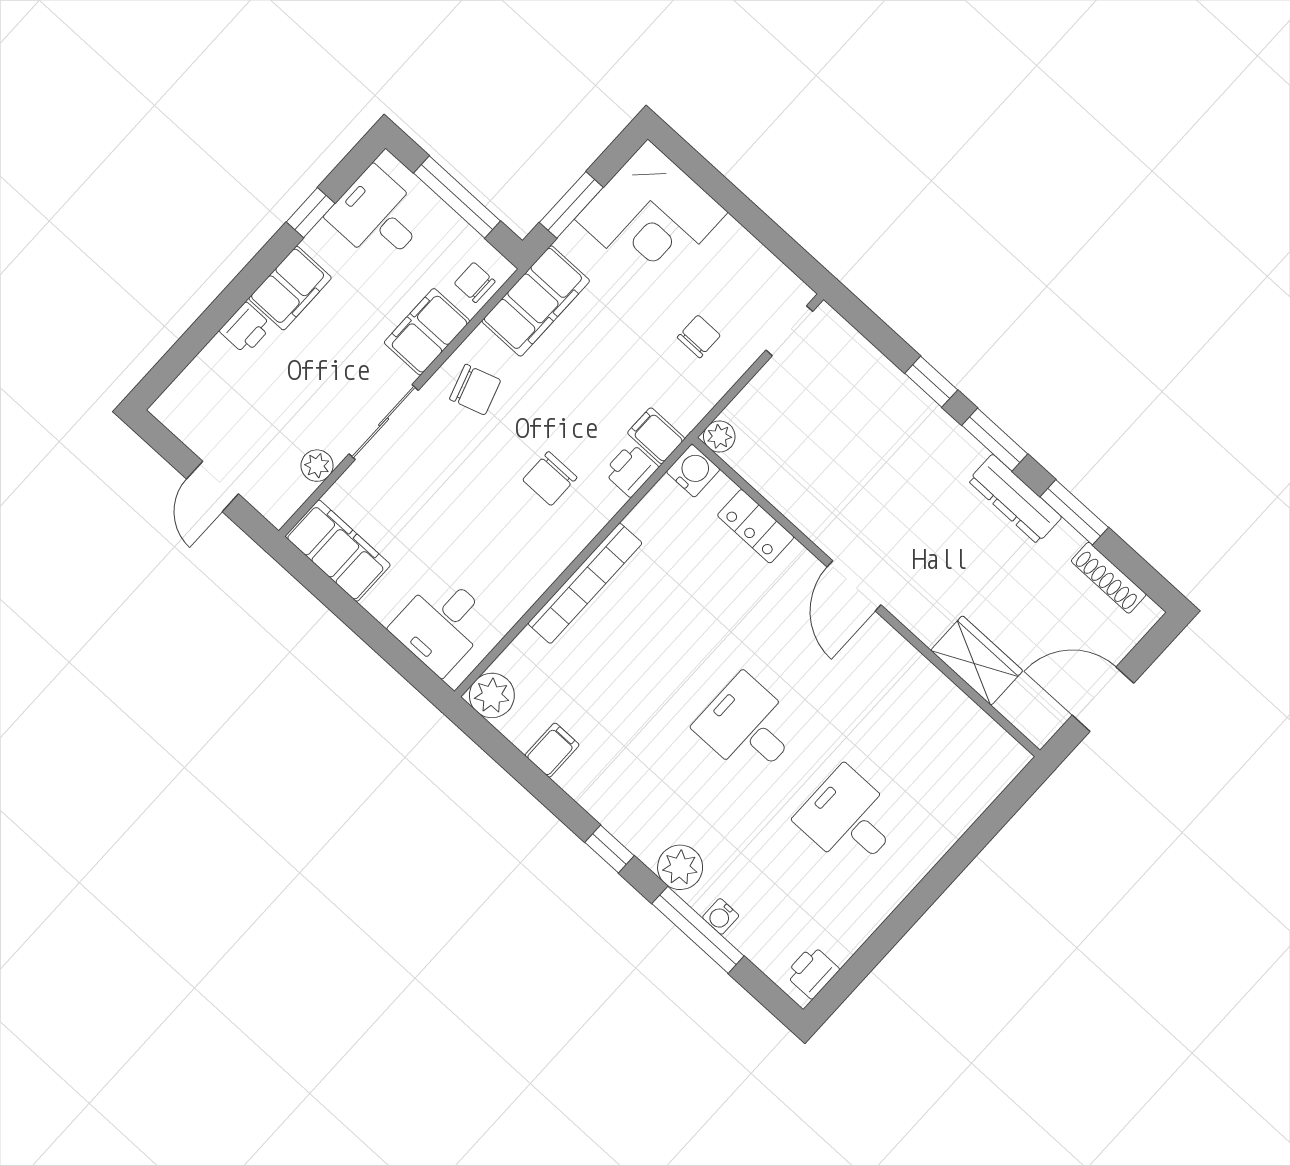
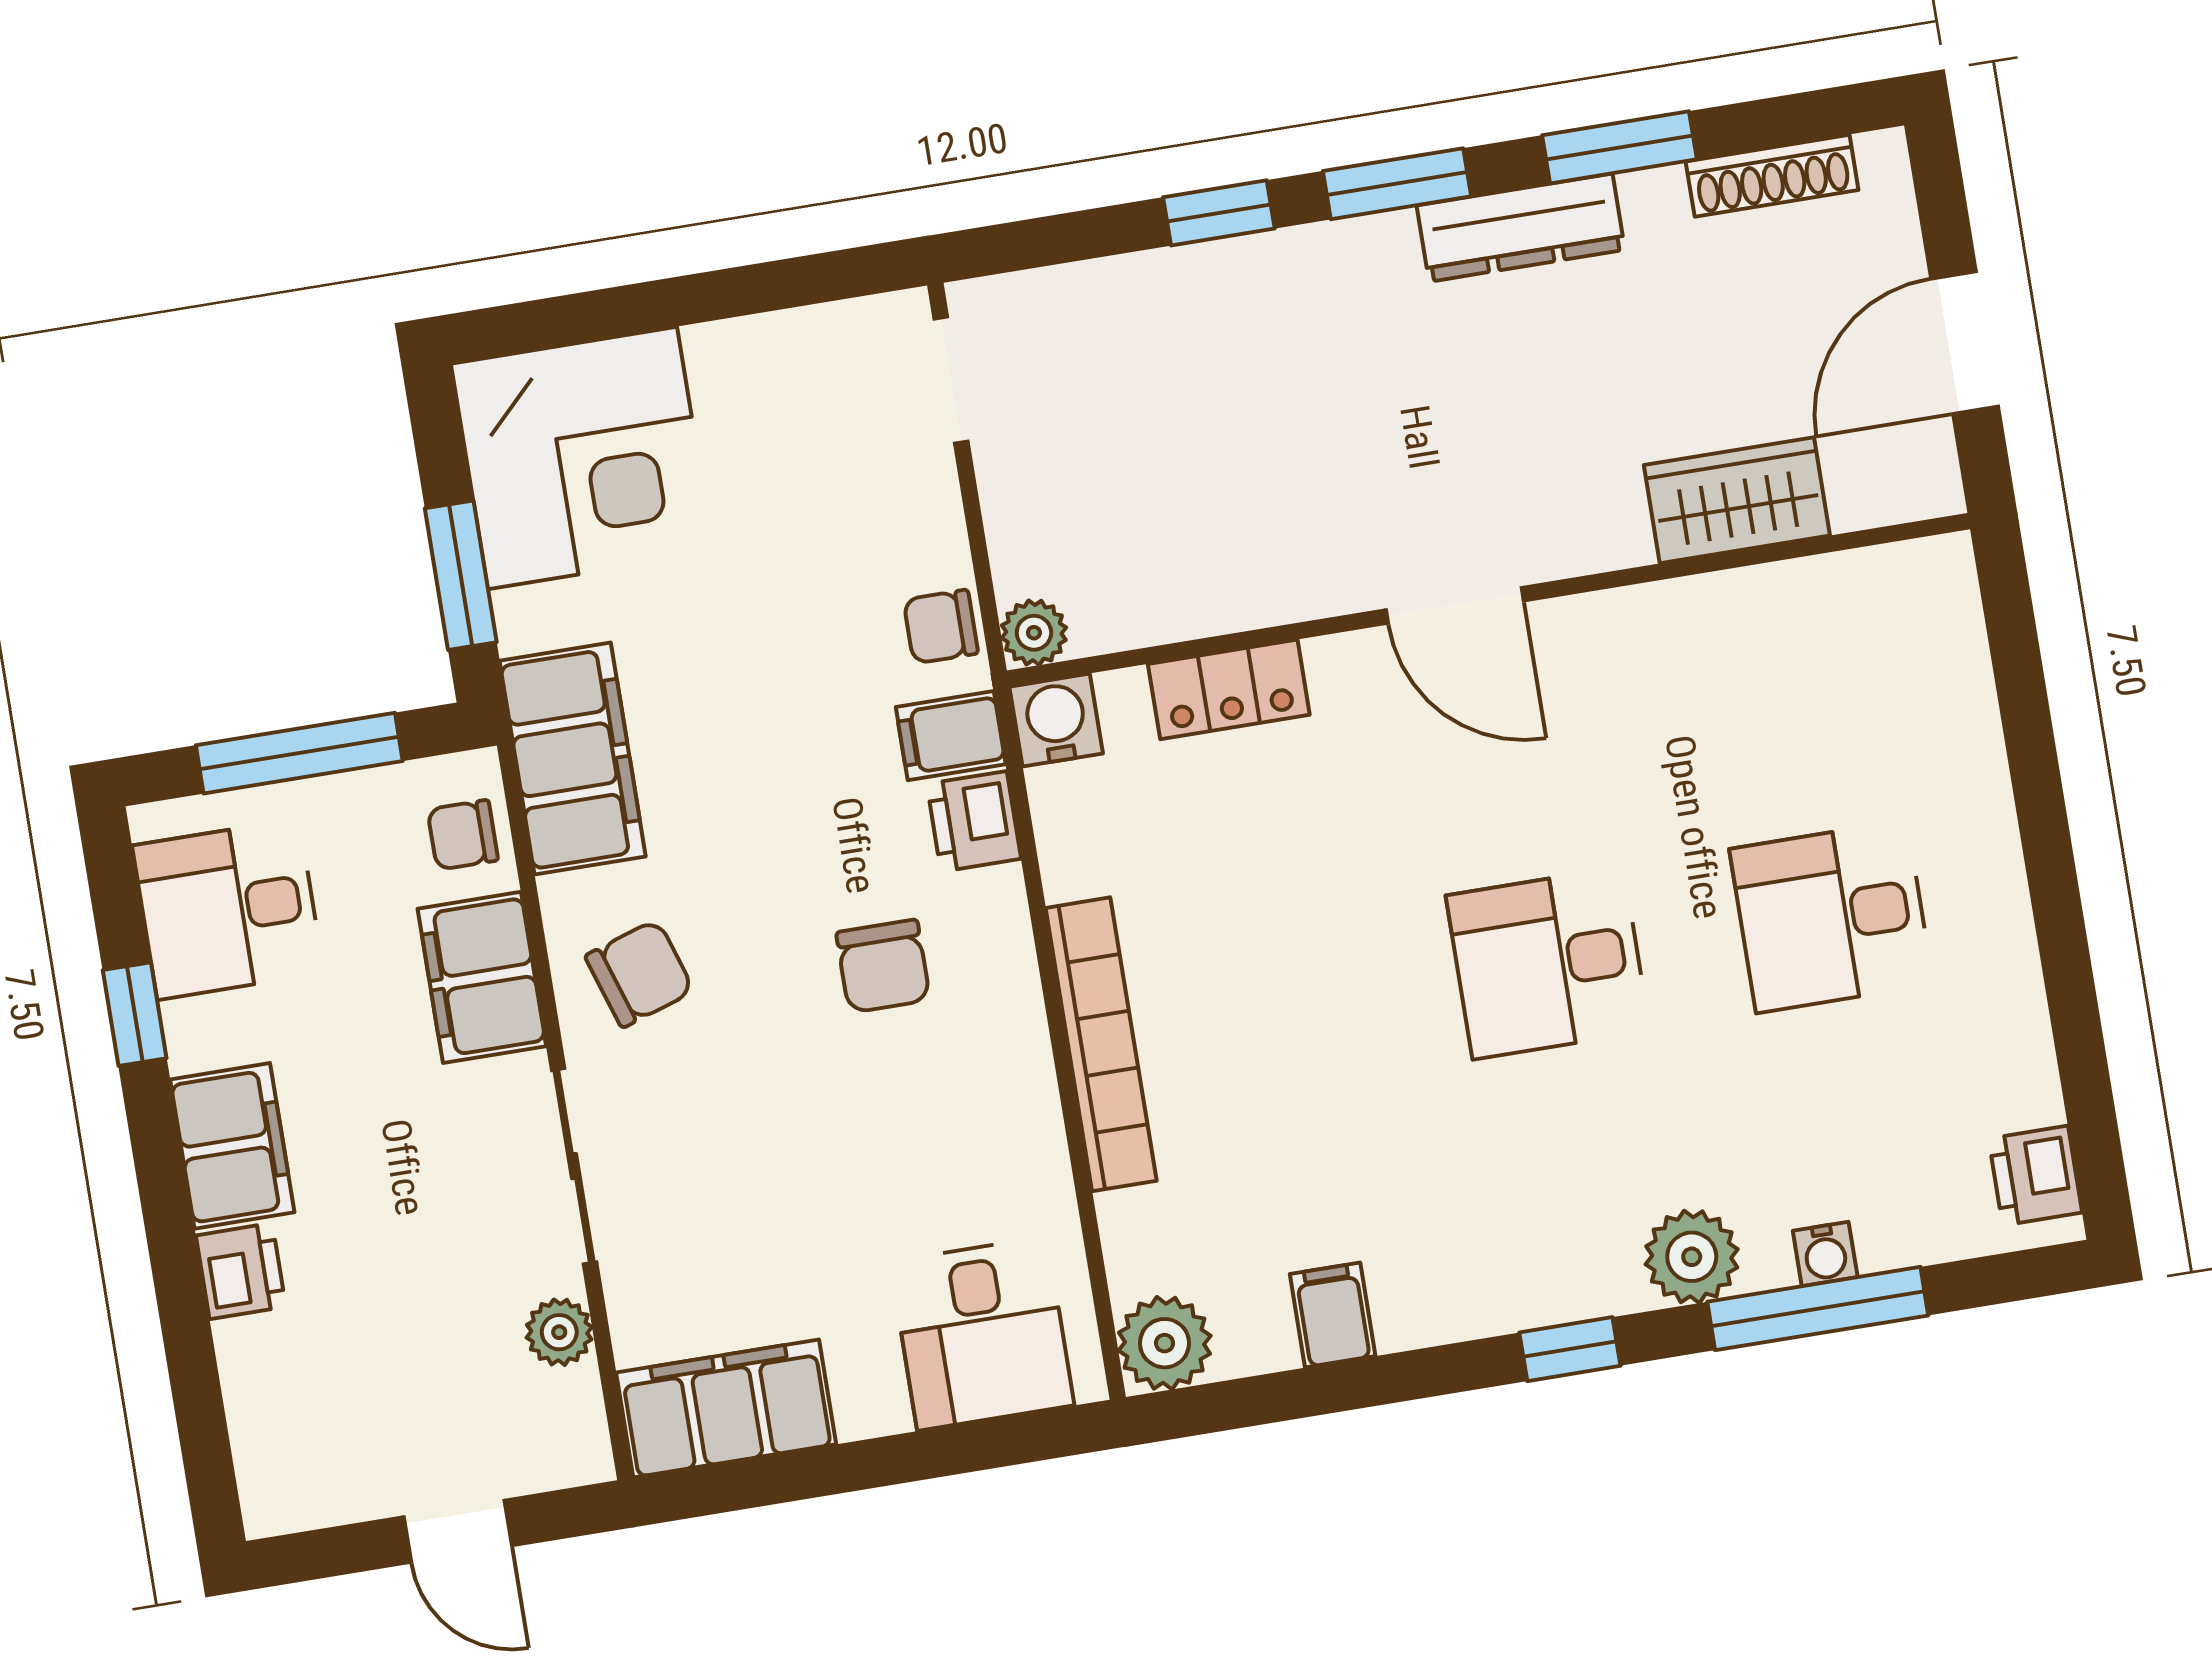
chair: (699, 336) -> (941, 627), moved, turned -90

